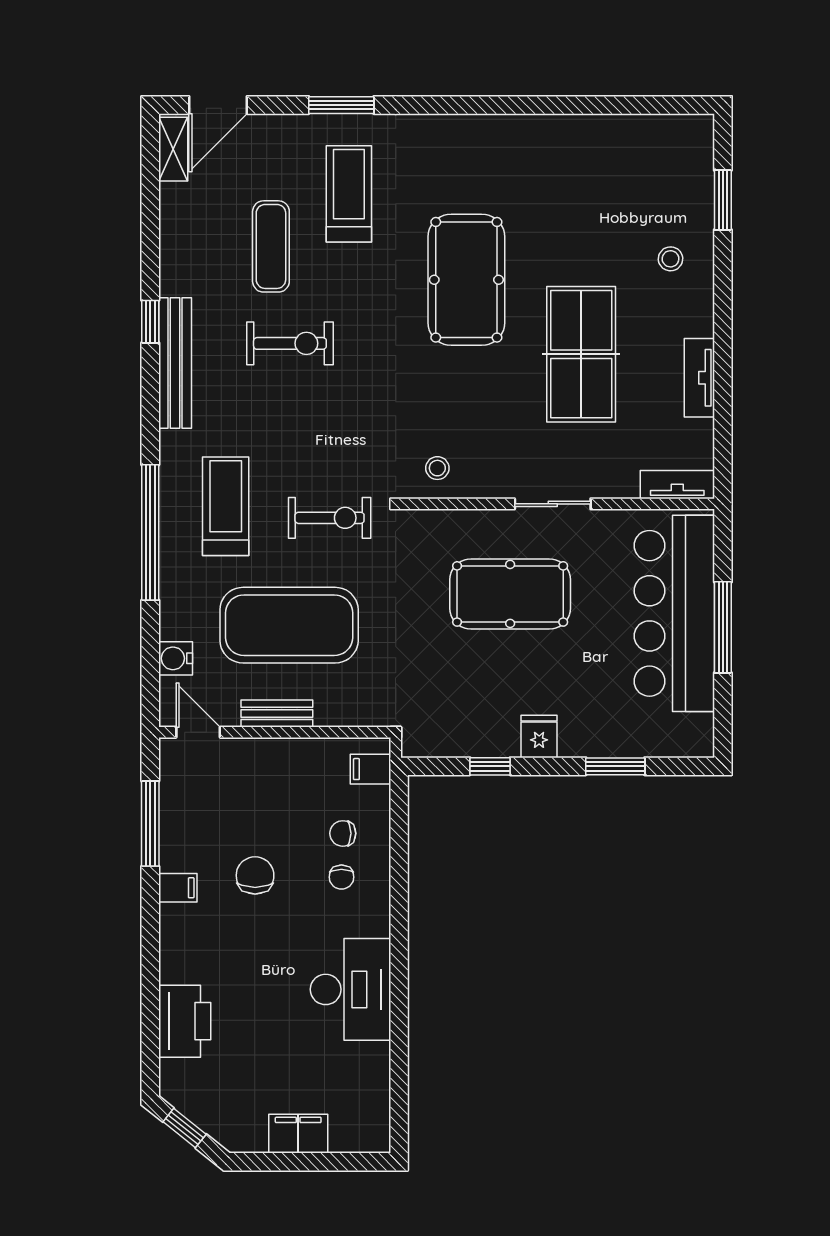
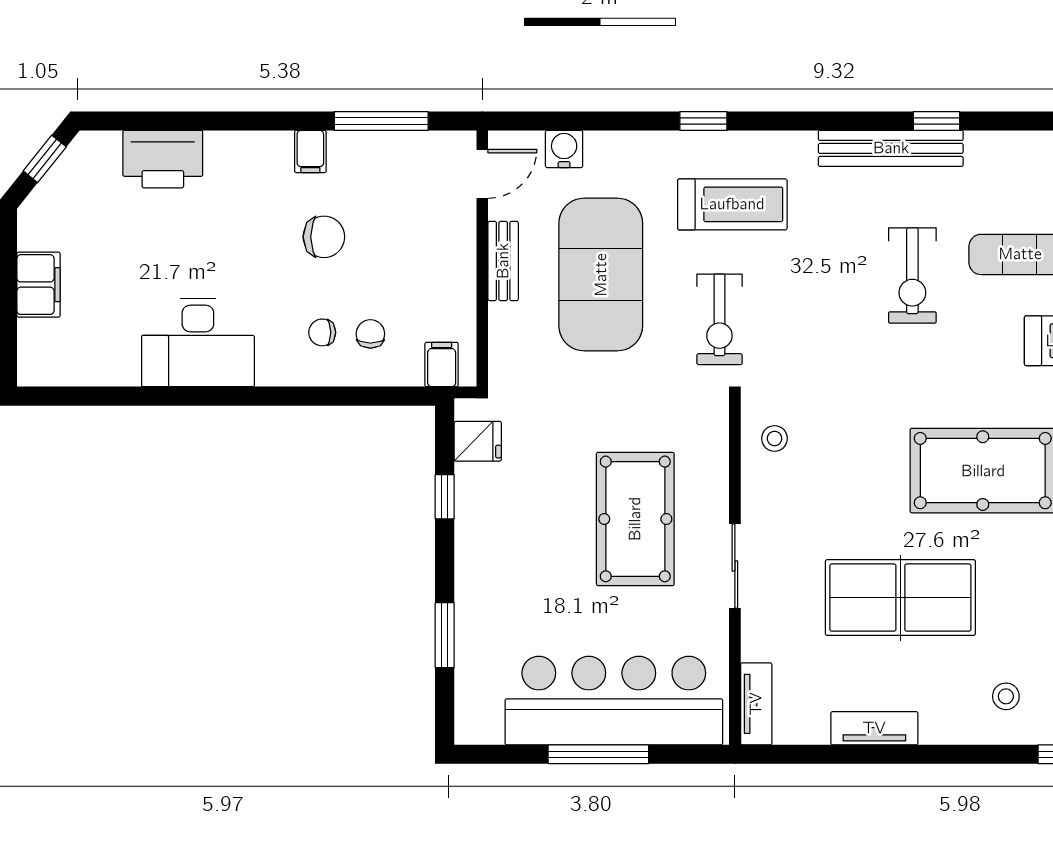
window: (150, 532) -> (703, 121), width x0.32
fridge: (539, 736) -> (478, 441), moved

